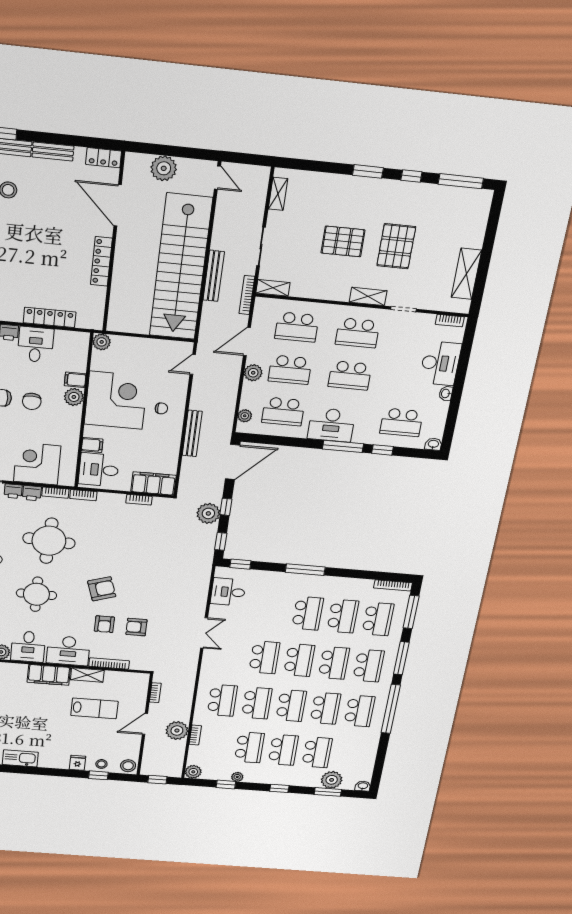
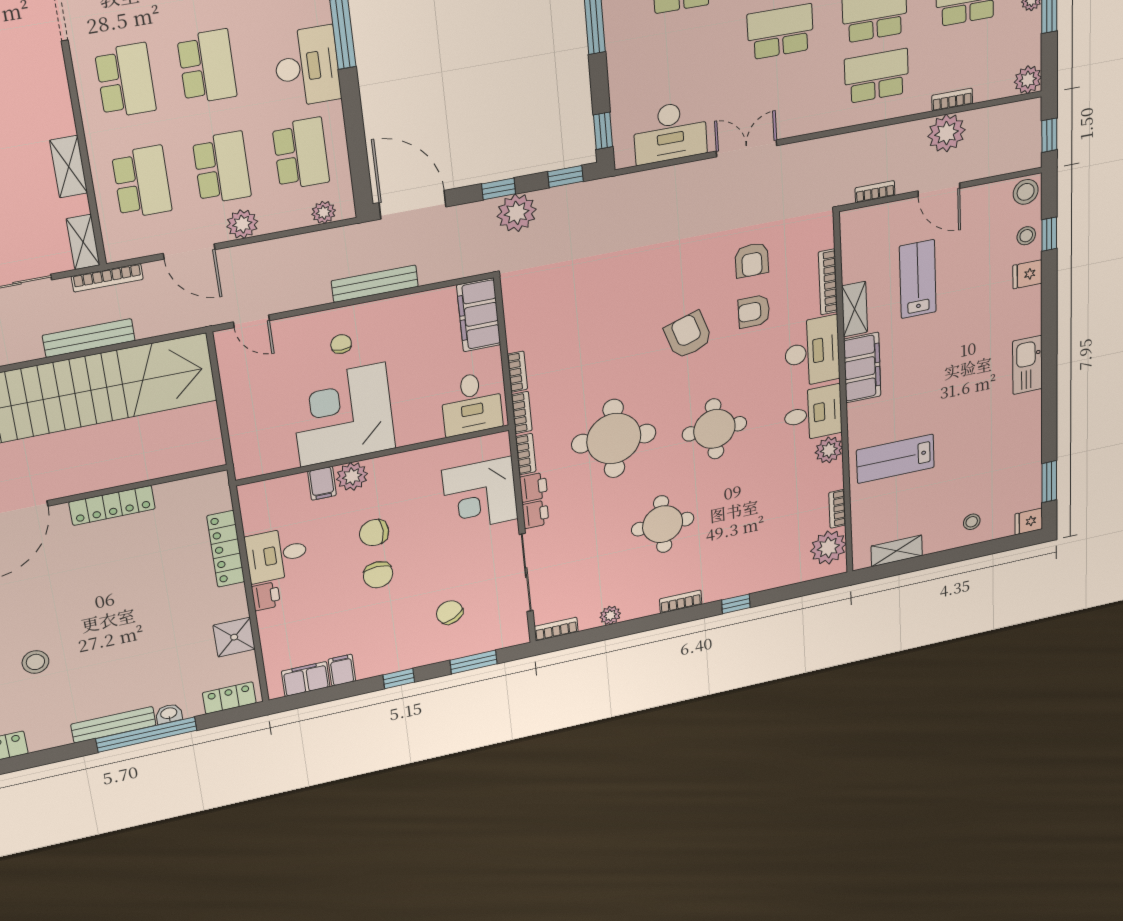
shelving: (368, 296) -> (69, 167), moved
plant: (102, 342) -> (247, 465), removed
chair: (32, 401) -> (374, 533), turned 180
filing cabinet: (92, 445) -> (430, 426), removed
bookcase: (139, 500) -> (517, 372), moved
desk: (228, 592) -> (670, 132), width x1.37
armchair: (104, 624) -> (754, 311), turned 180

